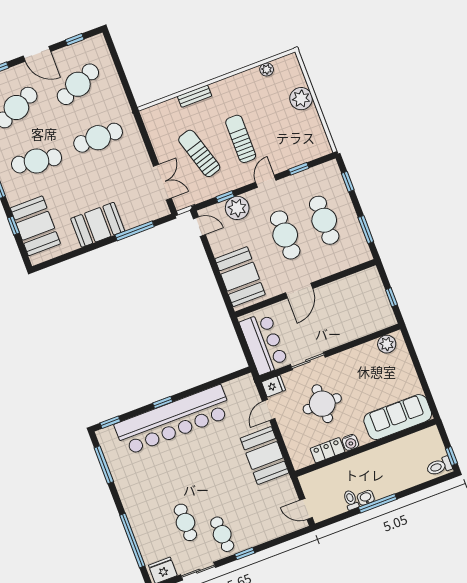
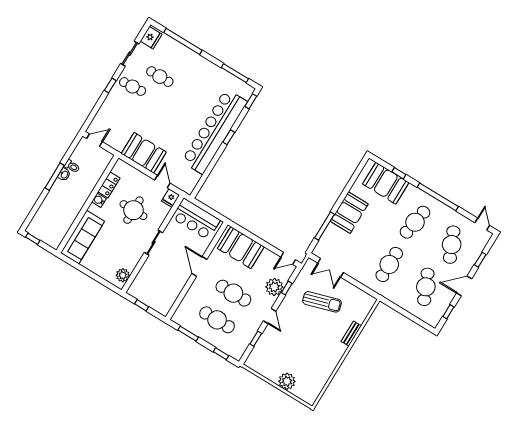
plant: (267, 69) -> (321, 383), removed
sun lounger: (241, 139) -> (304, 330), removed
sliding door: (308, 361) -> (153, 243), moved
toilet: (439, 466) -> (35, 227), removed

